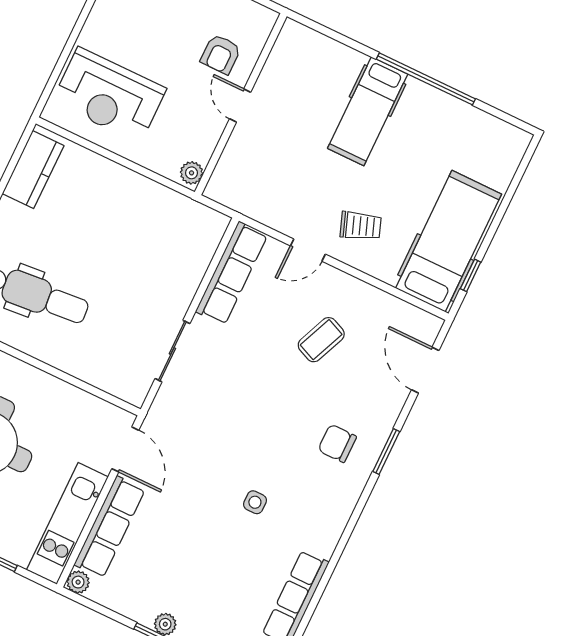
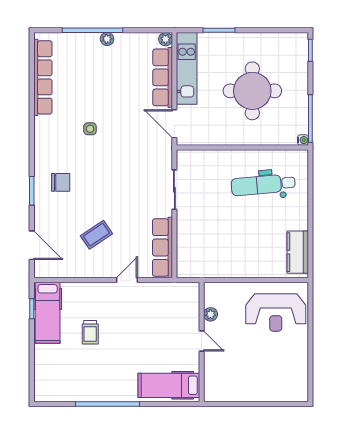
armchair: (221, 54) -> (226, 364), removed
reception desk: (109, 95) -> (276, 313), turned 180
hospital bed: (368, 111) -> (169, 385), moved, turned -90
plant: (192, 173) -> (211, 314), moved
trolley: (361, 226) -> (90, 332), moved, turned -70
hospital bed: (449, 241) -> (48, 313), width x0.73, depth x0.78
coffee table: (321, 340) -> (96, 235), turned 33

